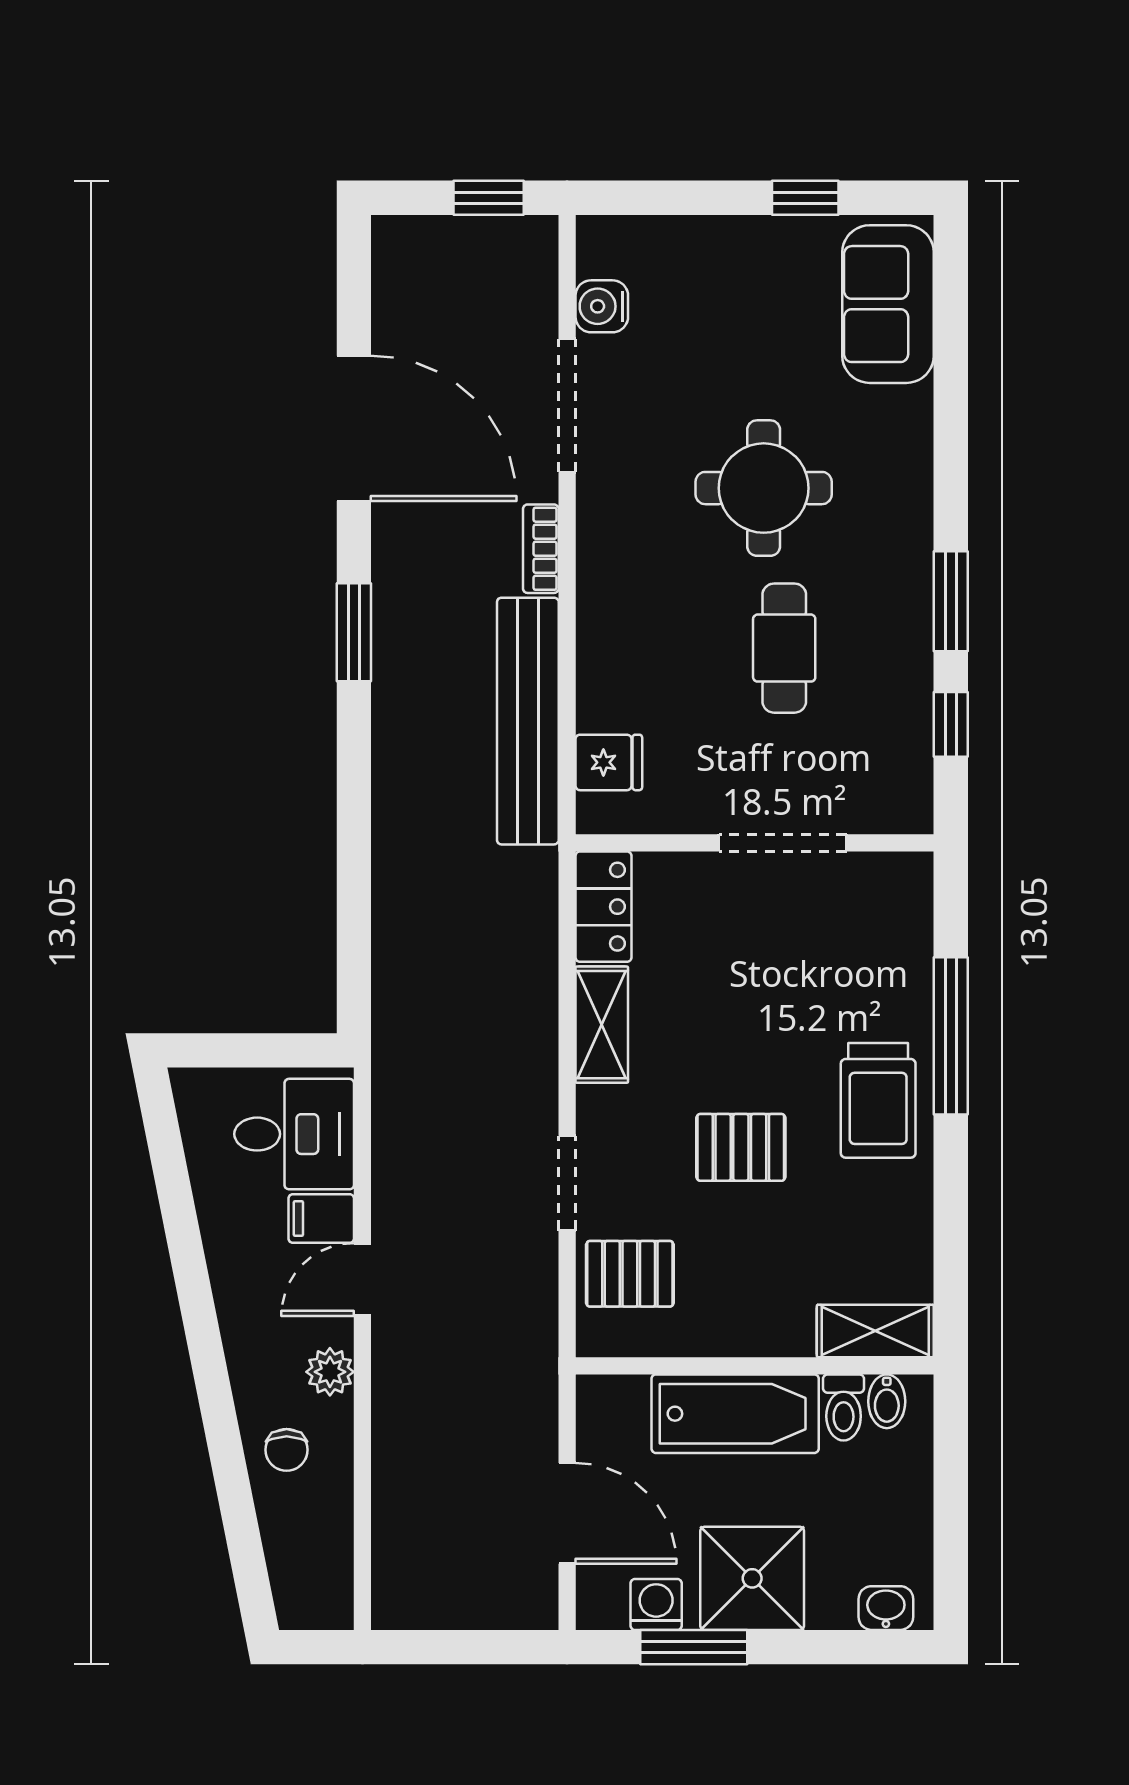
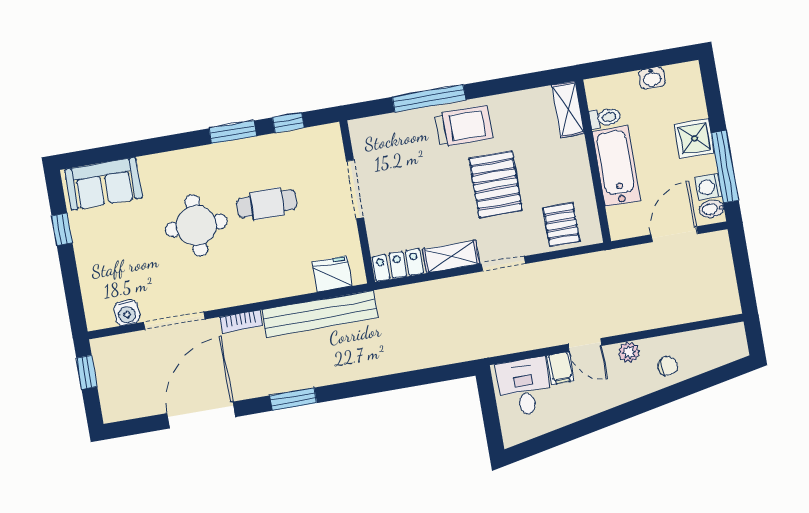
fridge: (609, 762) -> (332, 274), width x1.38
pallet: (741, 1147) -> (496, 184), width x1.50, depth x1.42
doorway: (567, 1183) -> (503, 264), moved
bidet: (887, 1401) -> (712, 209), moved, turned 180
shower: (752, 1578) -> (694, 138), width x0.73, depth x0.73
washbasin: (886, 1608) -> (652, 78), moved, turned -90
window: (694, 1647) -> (725, 167), width x1.44

